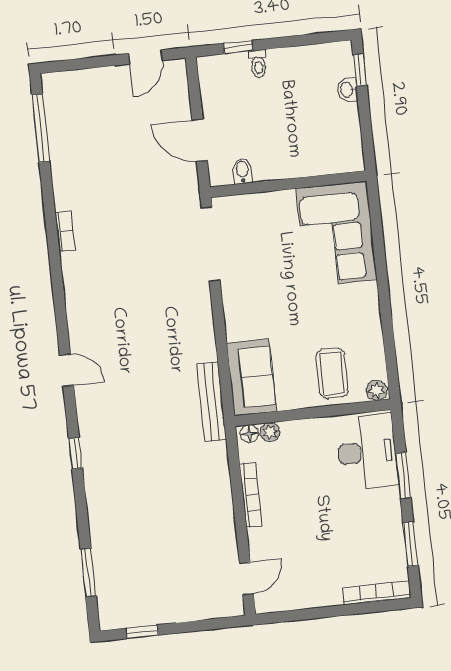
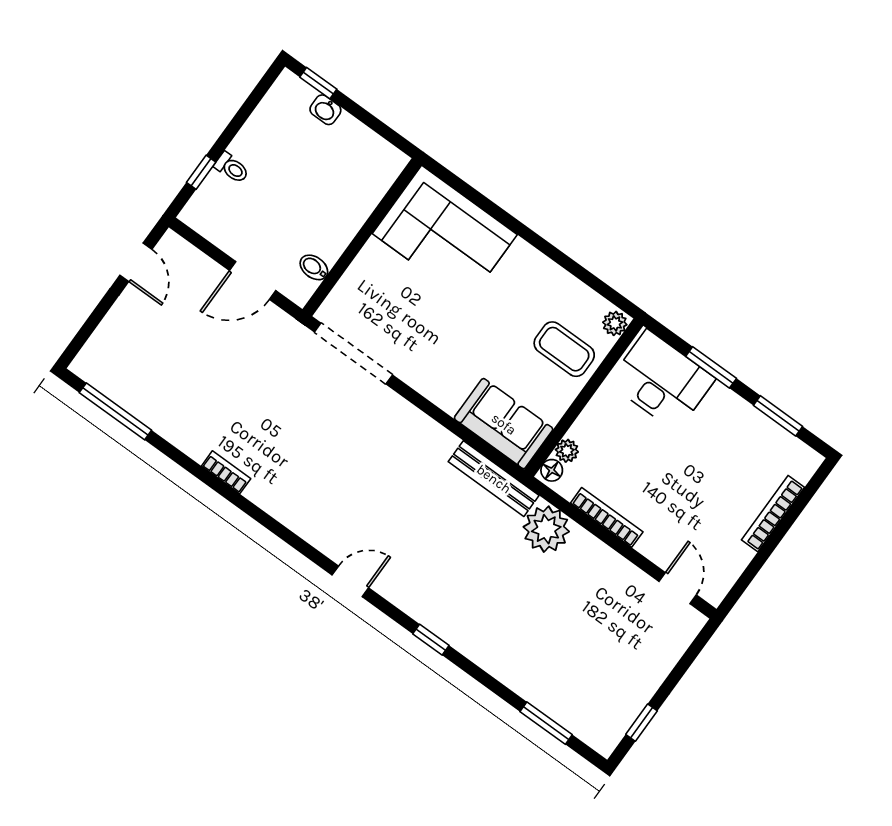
plant: (209, 463) -> (546, 529), added
bookcase: (376, 593) -> (773, 514), moved

